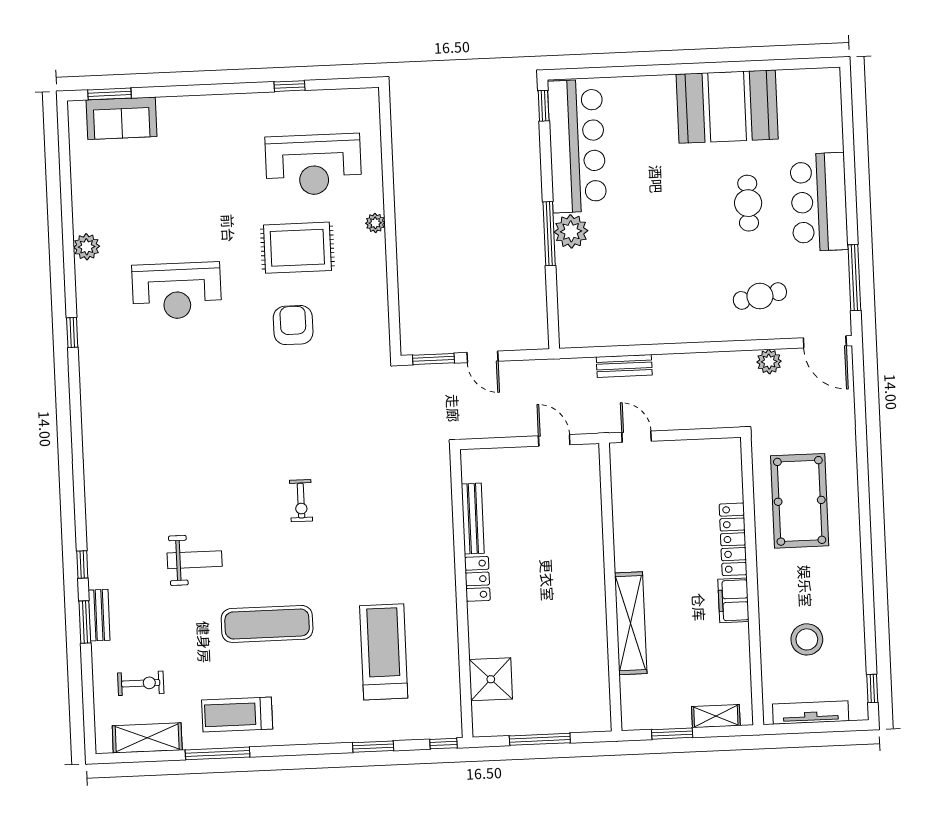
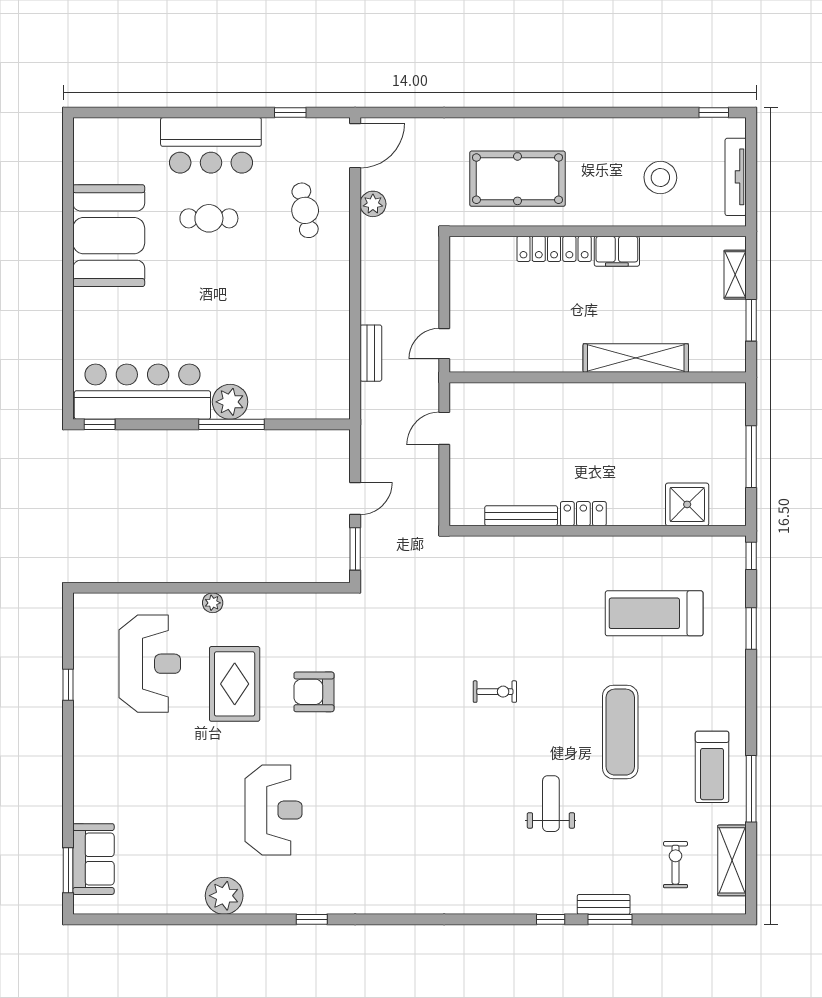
plant: (87, 247) -> (224, 896), width x1.36, depth x1.36
window: (854, 278) -> (290, 112), width x0.46

